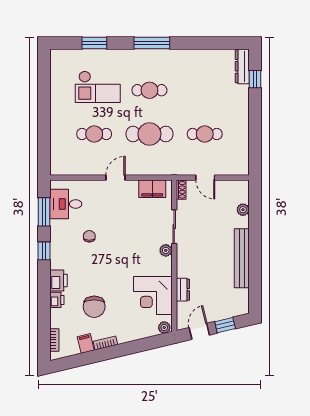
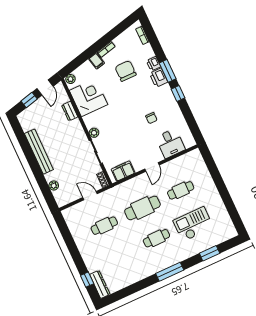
desk: (66, 204) -> (170, 143), moved, turned 90
window: (44, 212) -> (168, 71), moved
filing cabinet: (86, 344) -> (97, 61), moved

